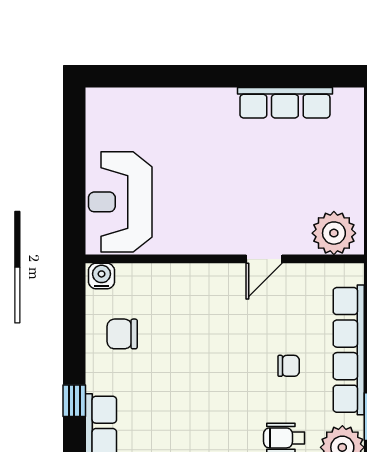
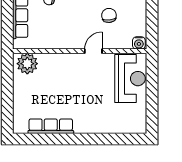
door: (264, 259) -> (93, 51), moved
chair: (122, 334) -> (109, 15), moved, turned -95

